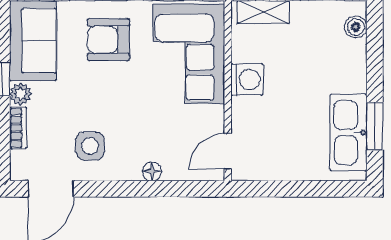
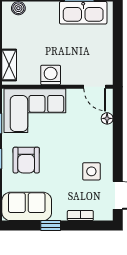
plant: (21, 94) -> (59, 214), removed
floor lamp: (152, 171) -> (107, 118), moved

